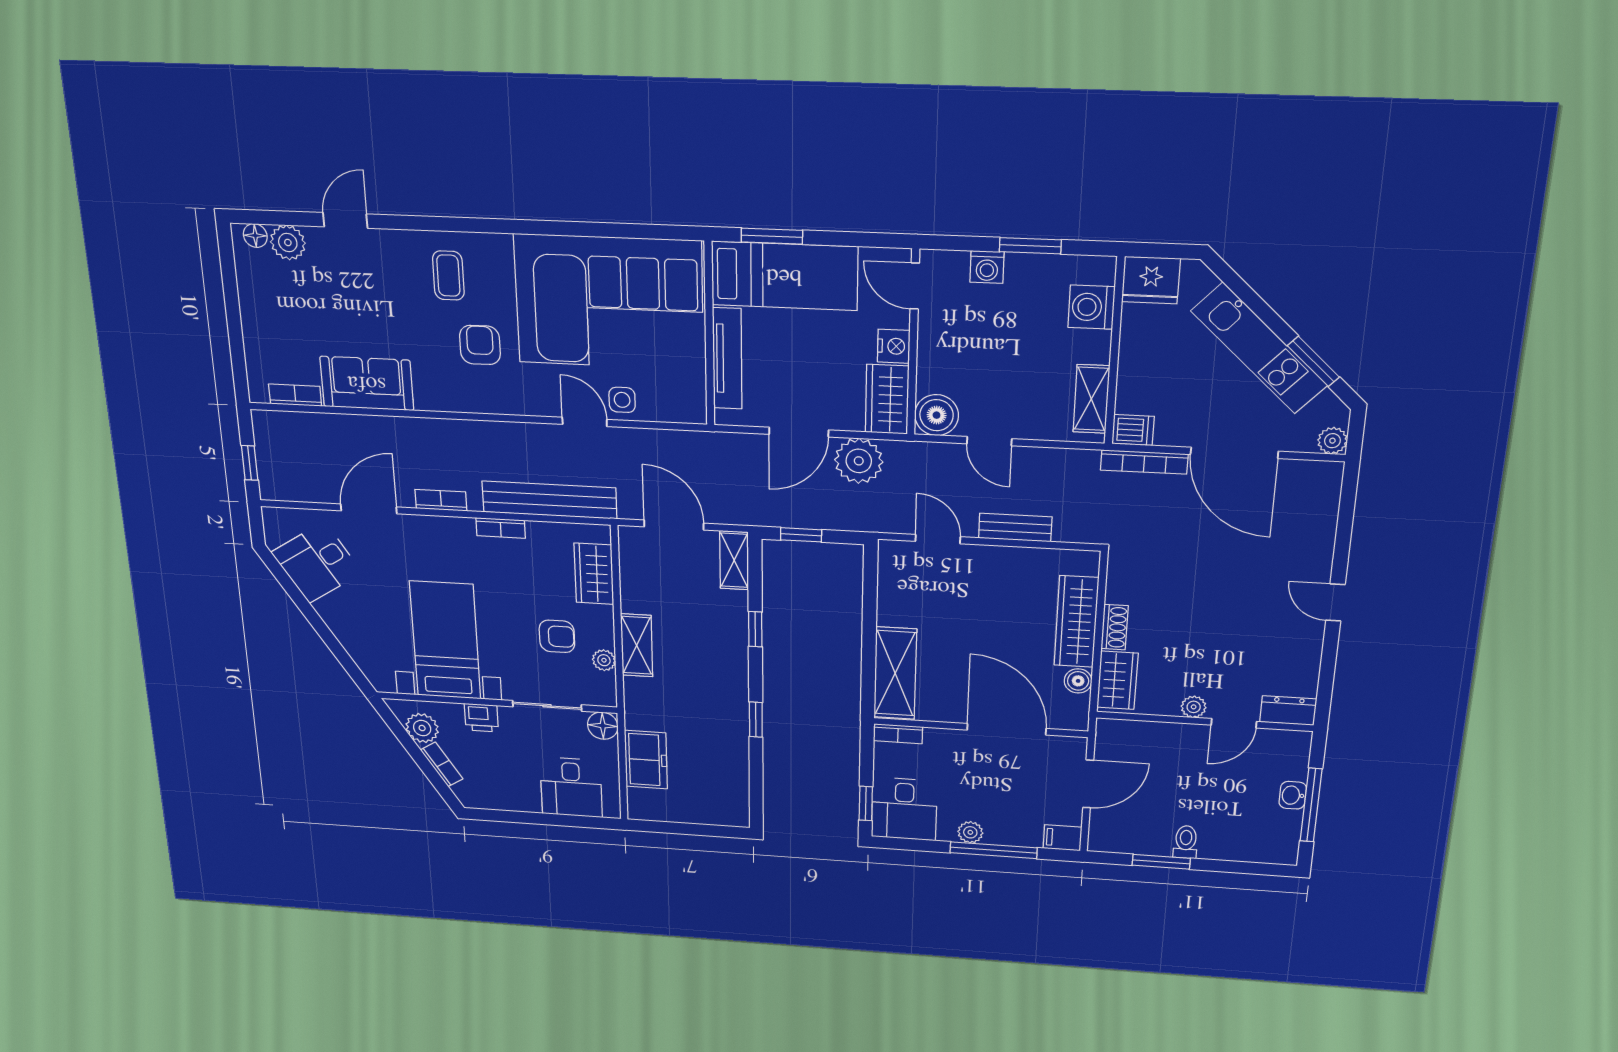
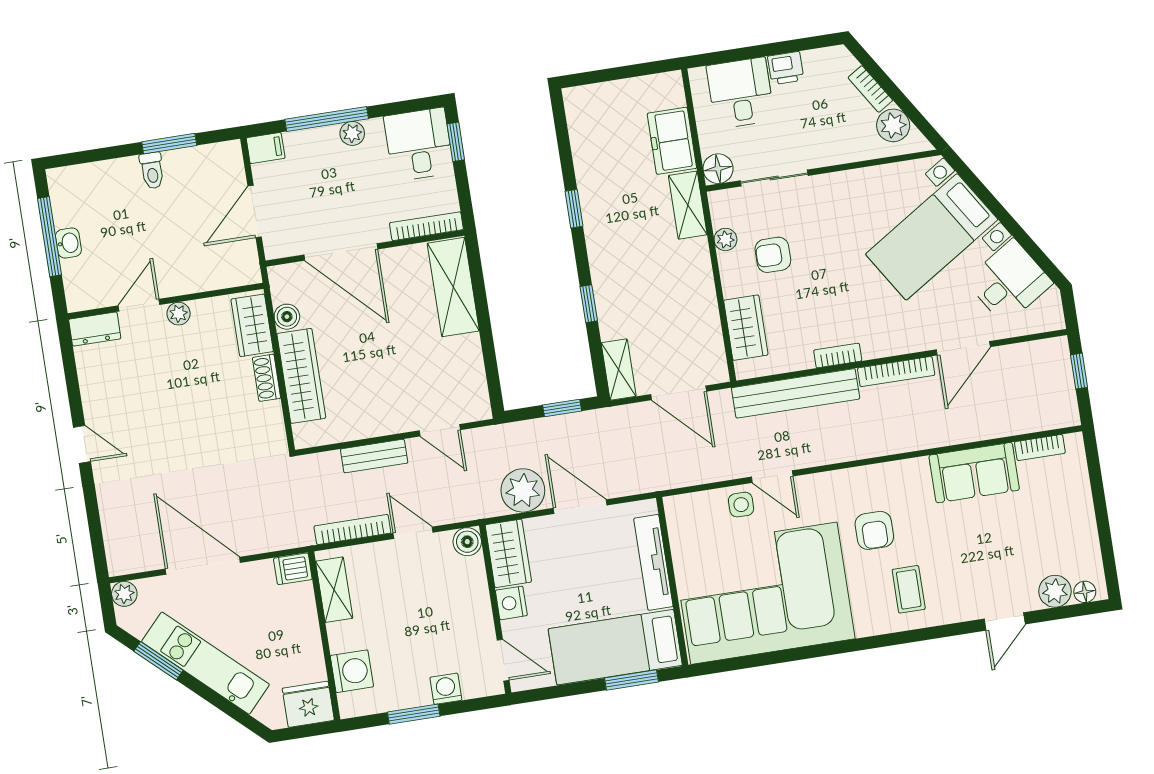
boiler: (937, 415) -> (467, 542), width x0.73, depth x0.73
door: (799, 432) -> (580, 507), hinge flipped
bookcase: (1144, 462) -> (352, 529), moved
bookcase: (441, 500) -> (896, 372), width x1.56
bed with nightstands: (445, 640) -> (932, 237), moved, turned 57
shelving: (637, 645) -> (688, 205), moved
printer: (481, 718) -> (786, 68), moved, turned 180
bookcase: (898, 734) -> (426, 226), width x1.56

